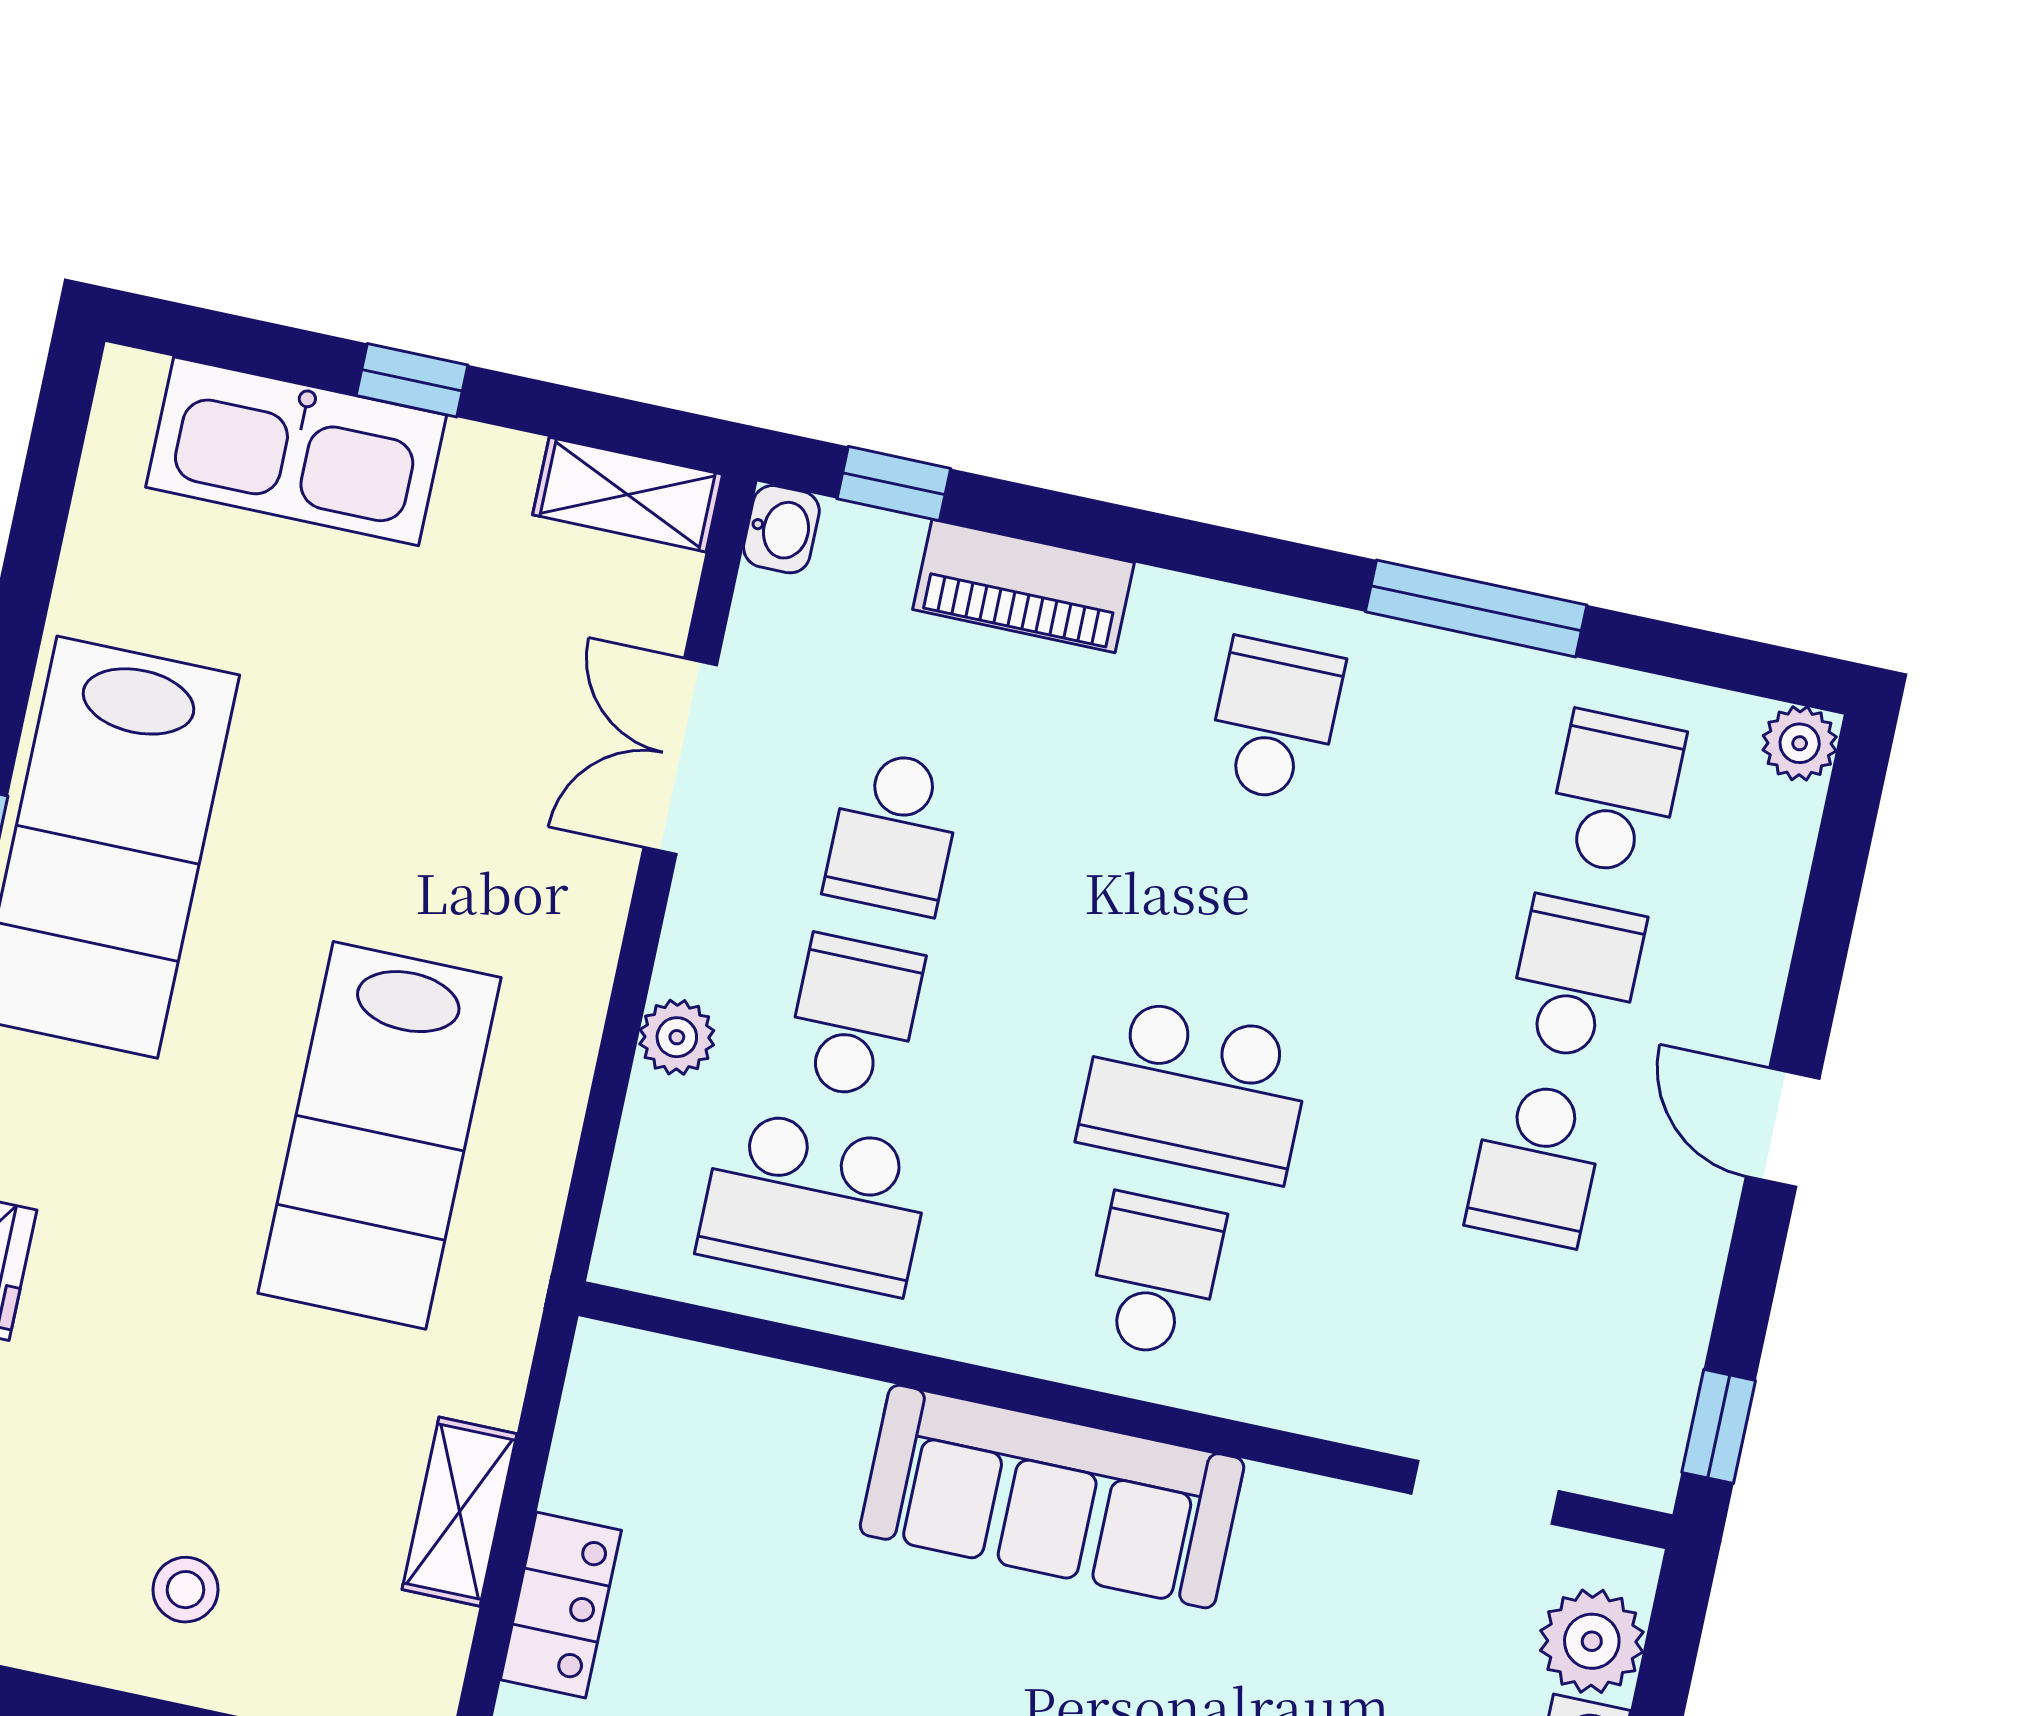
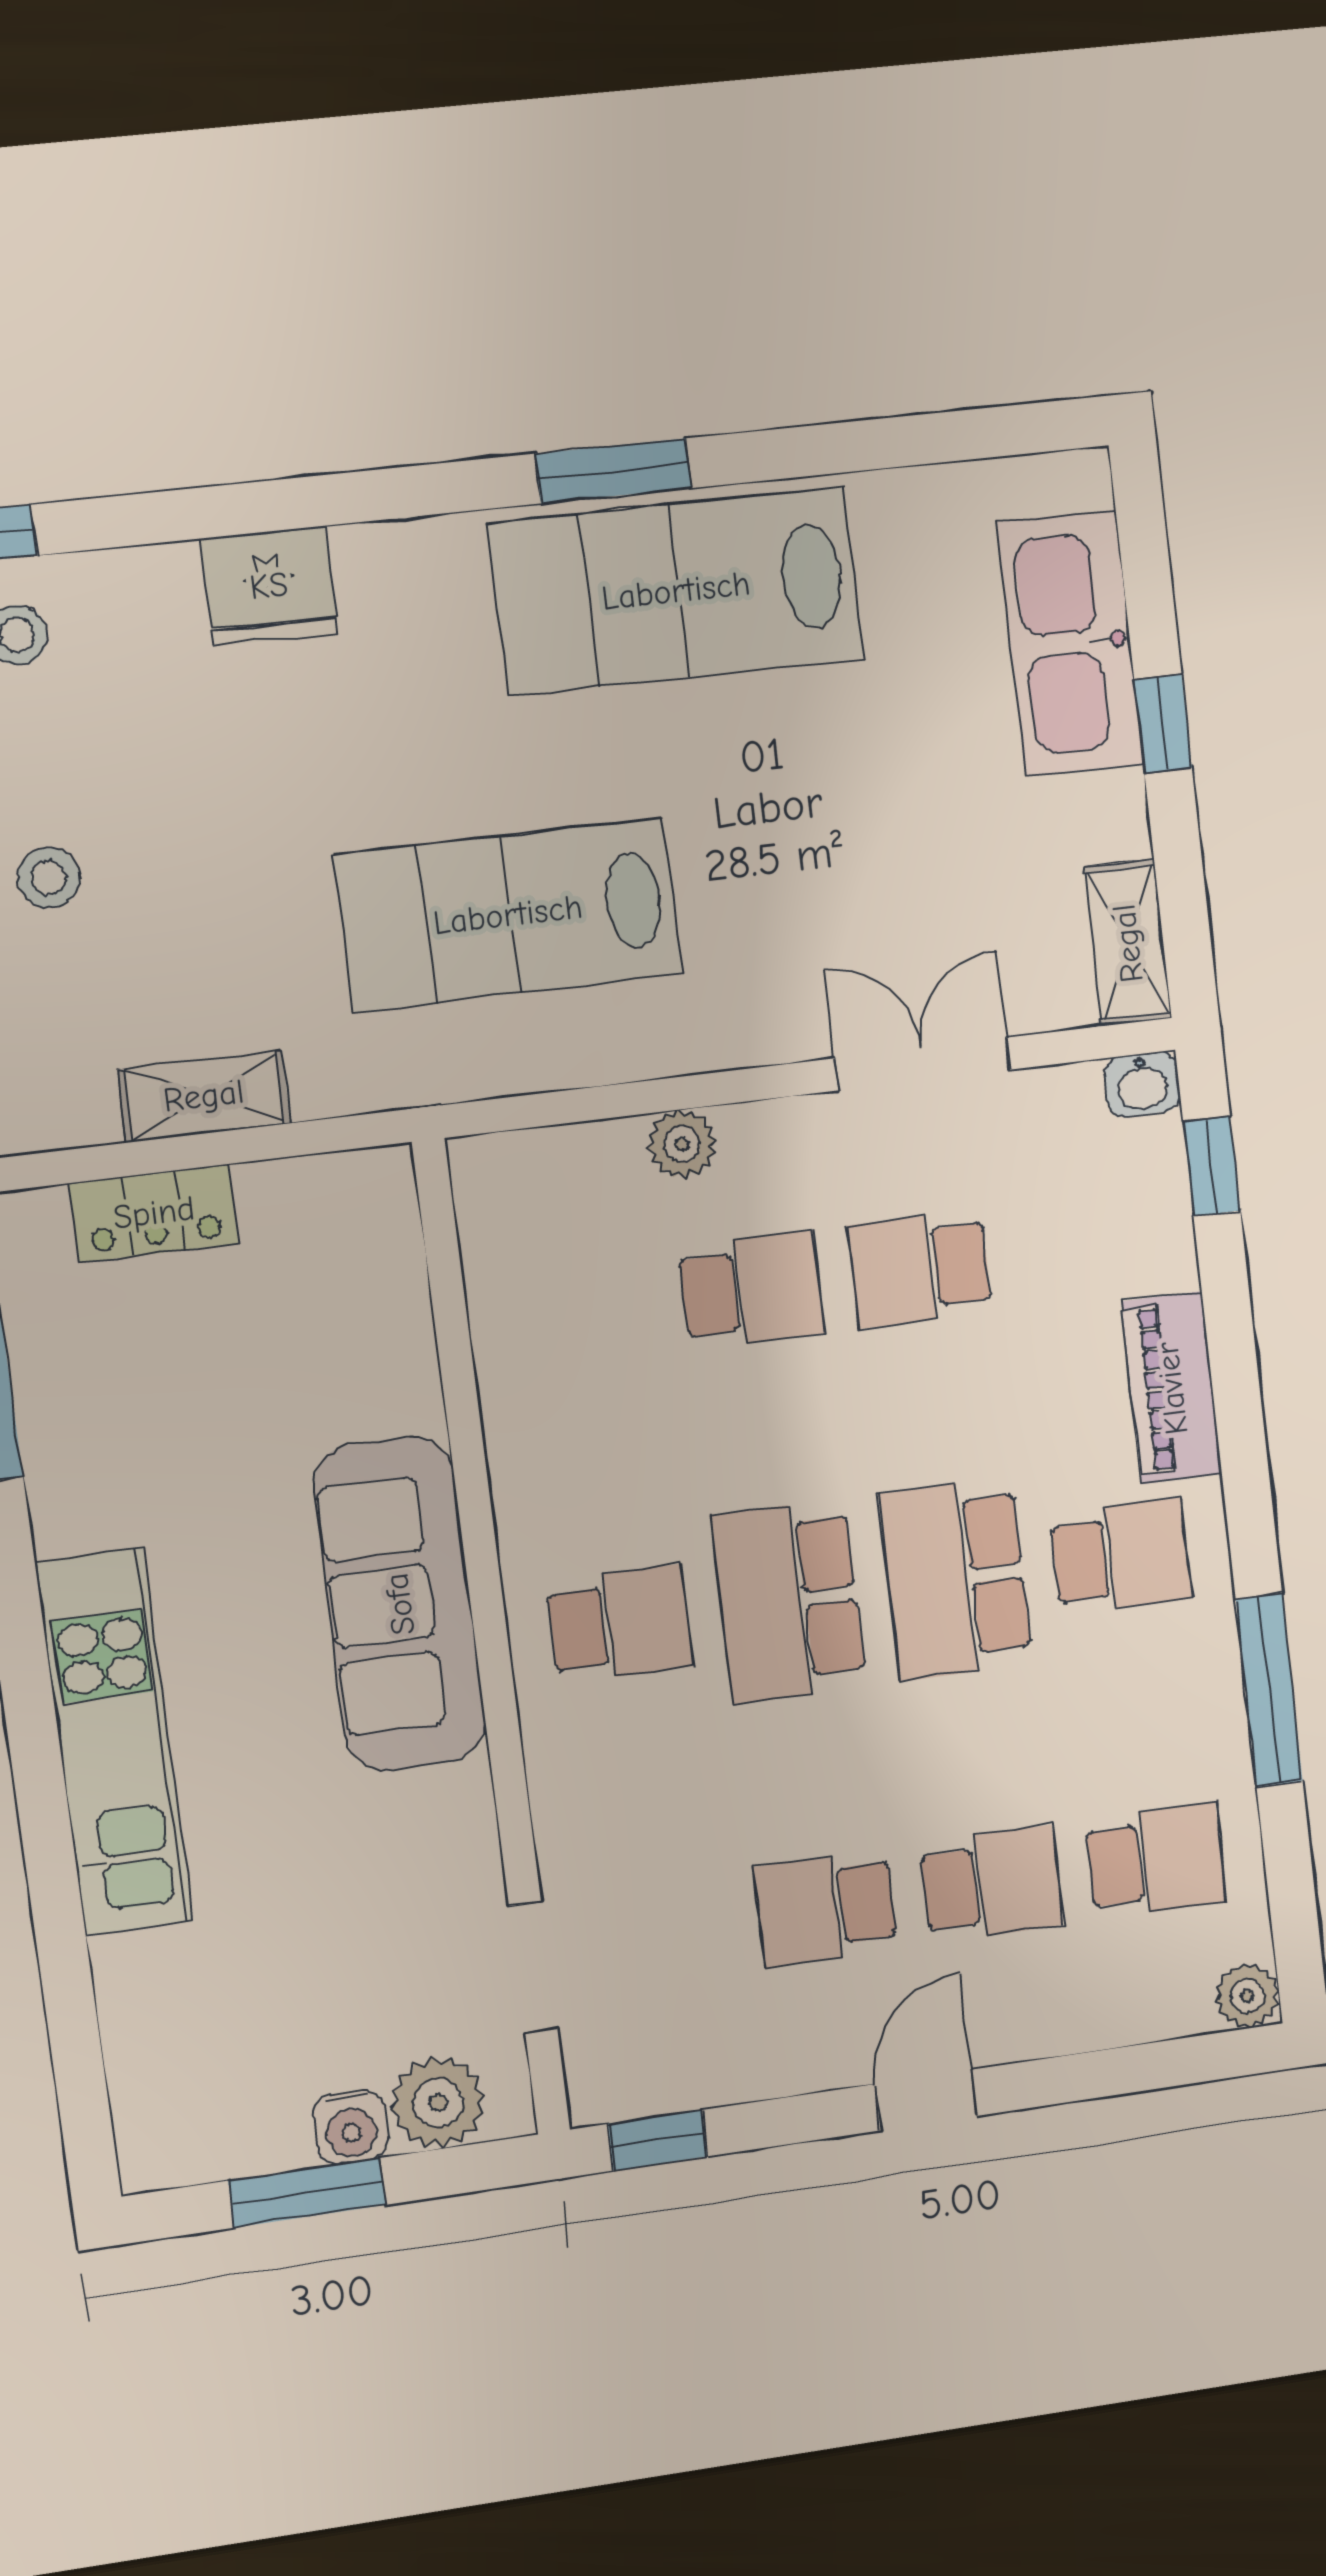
piano: (1023, 586) -> (1172, 1388), moved
school desk: (814, 1202) -> (956, 1579), moved

